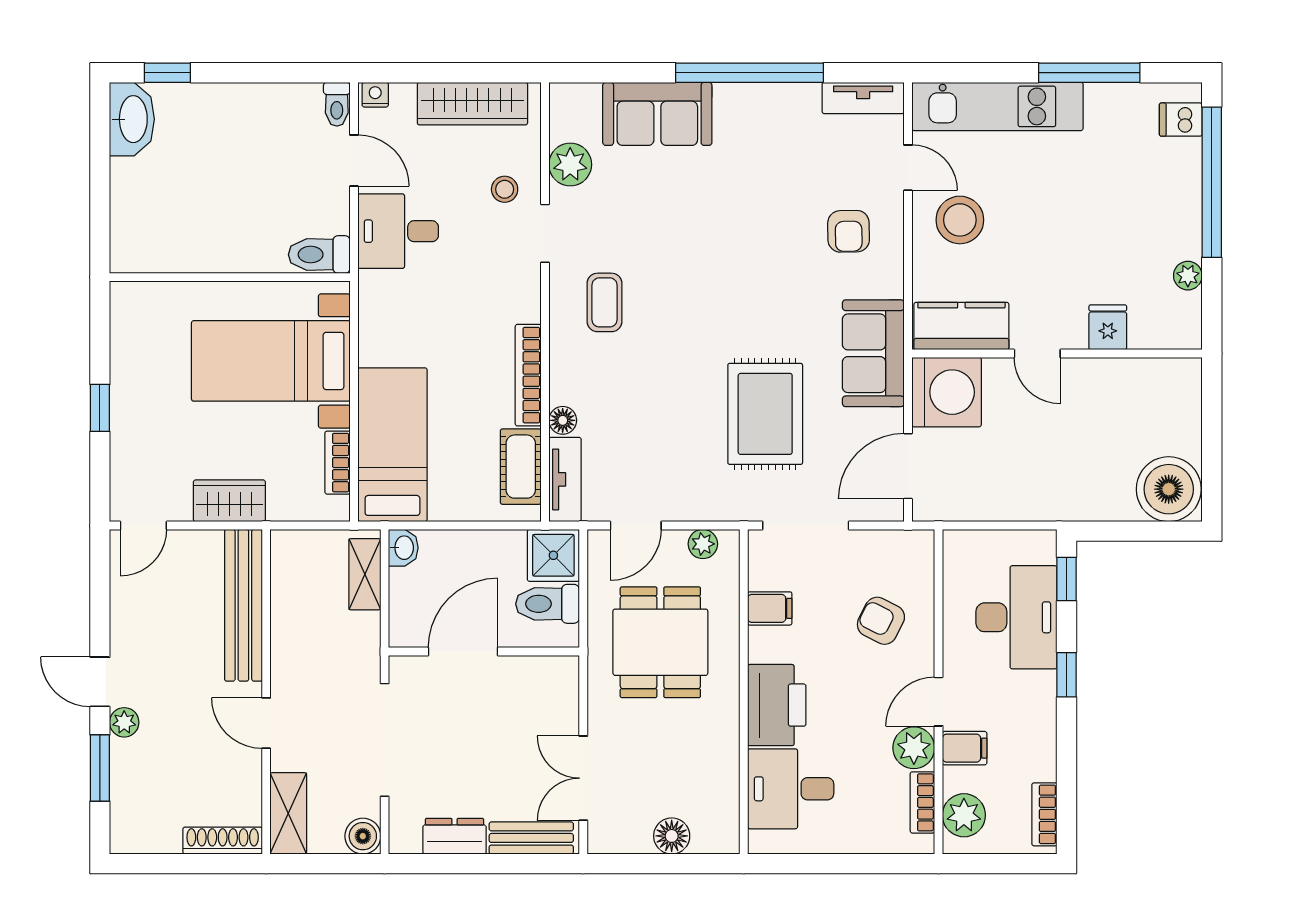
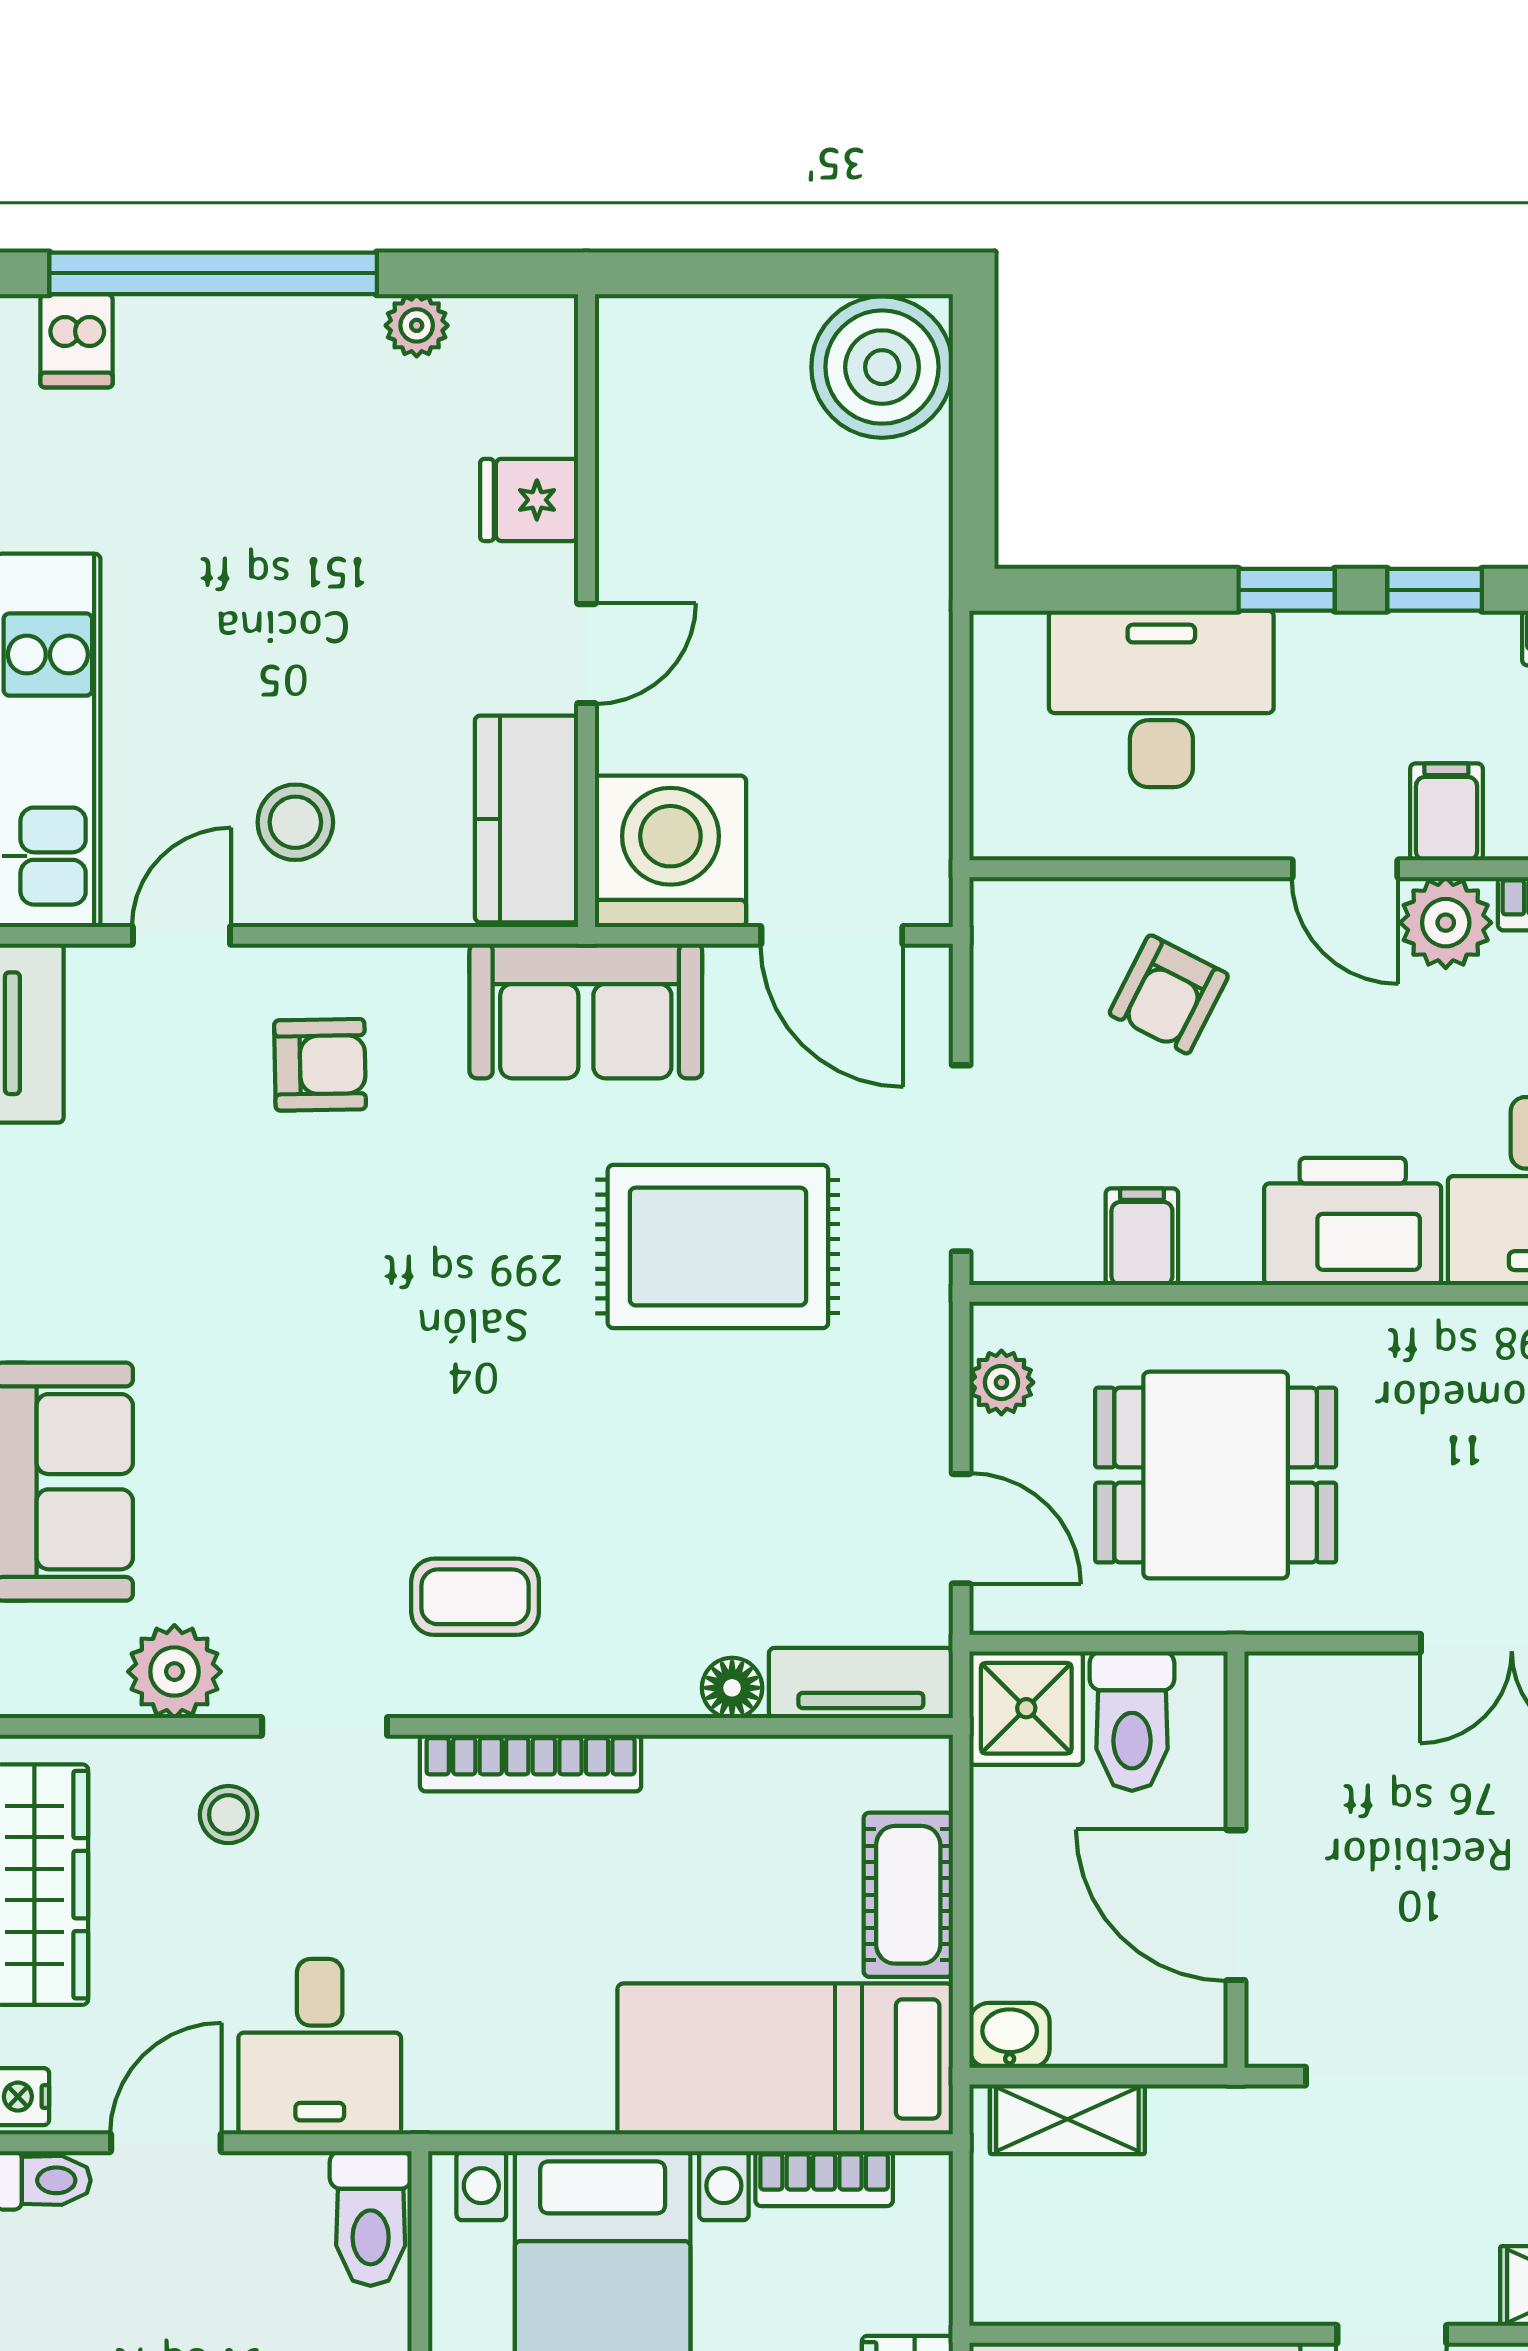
stool: (960, 220) -> (295, 822), width x0.73, depth x0.73
bookcase: (528, 375) -> (531, 1763), moved
cot: (521, 467) -> (908, 1895), moved, turned 90
window: (1067, 579) -> (1435, 590), moved

